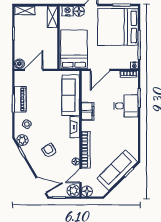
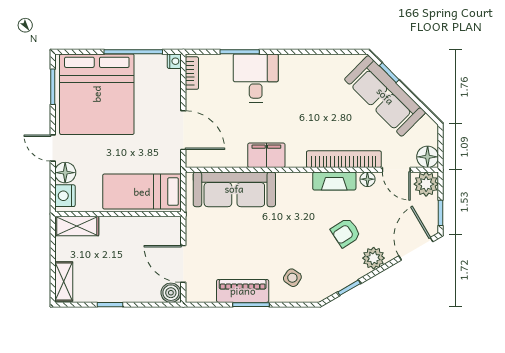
bed: (74, 49) -> (142, 192), width x0.67
fireplace: (75, 127) -> (334, 181), moved
plant: (22, 140) -> (374, 258), moved

